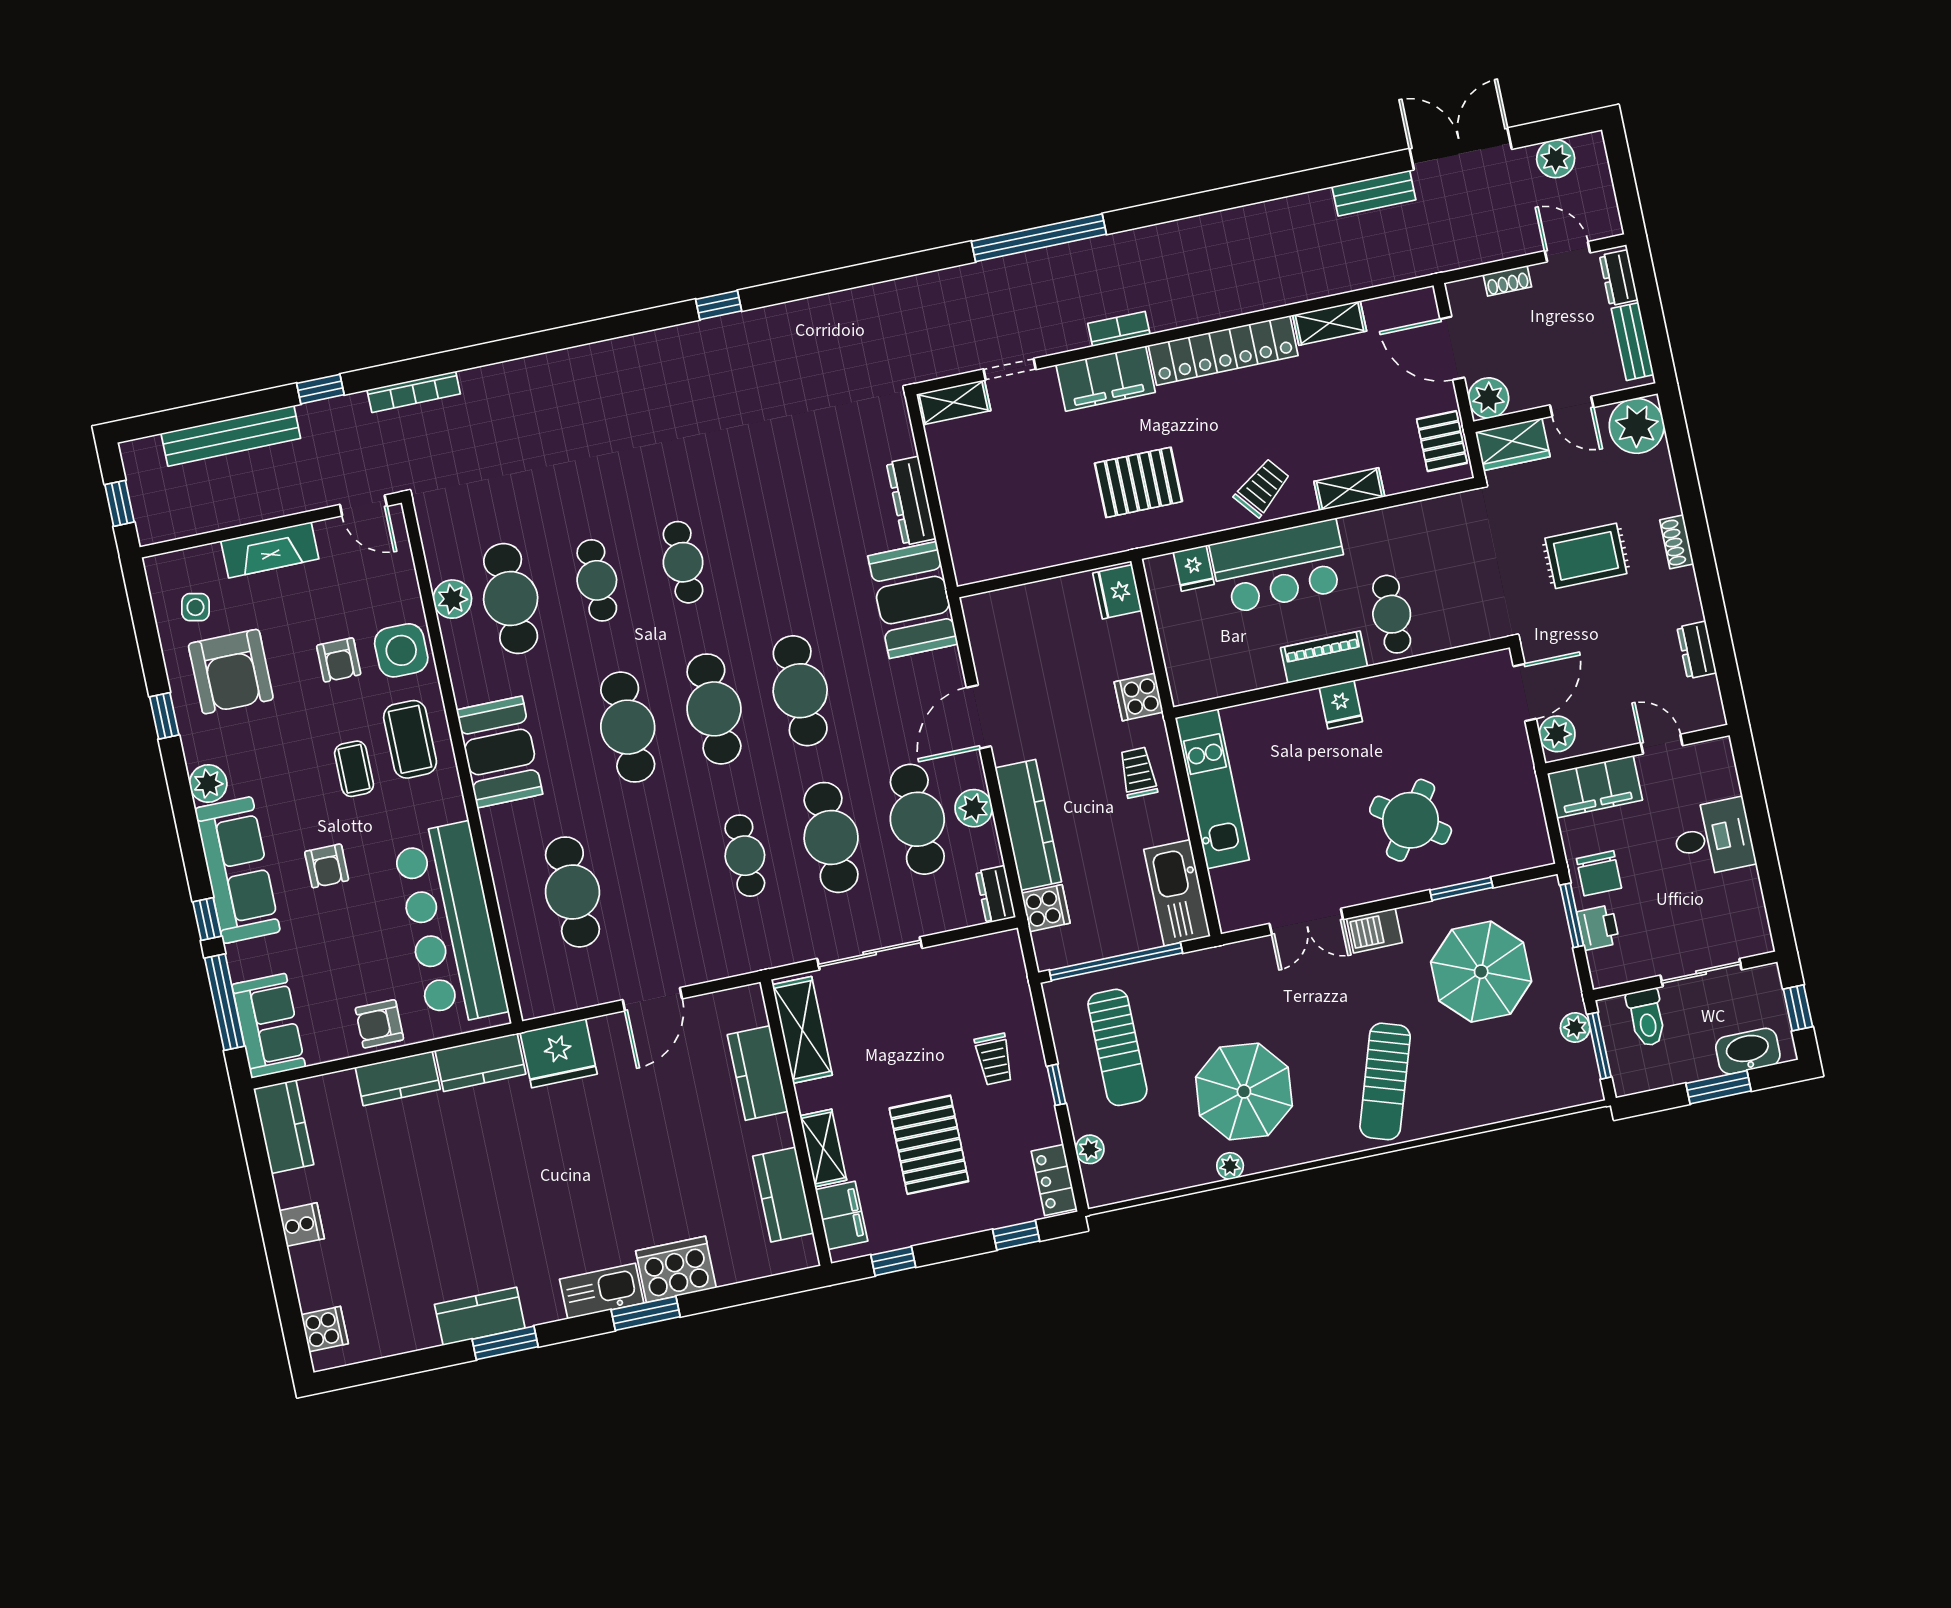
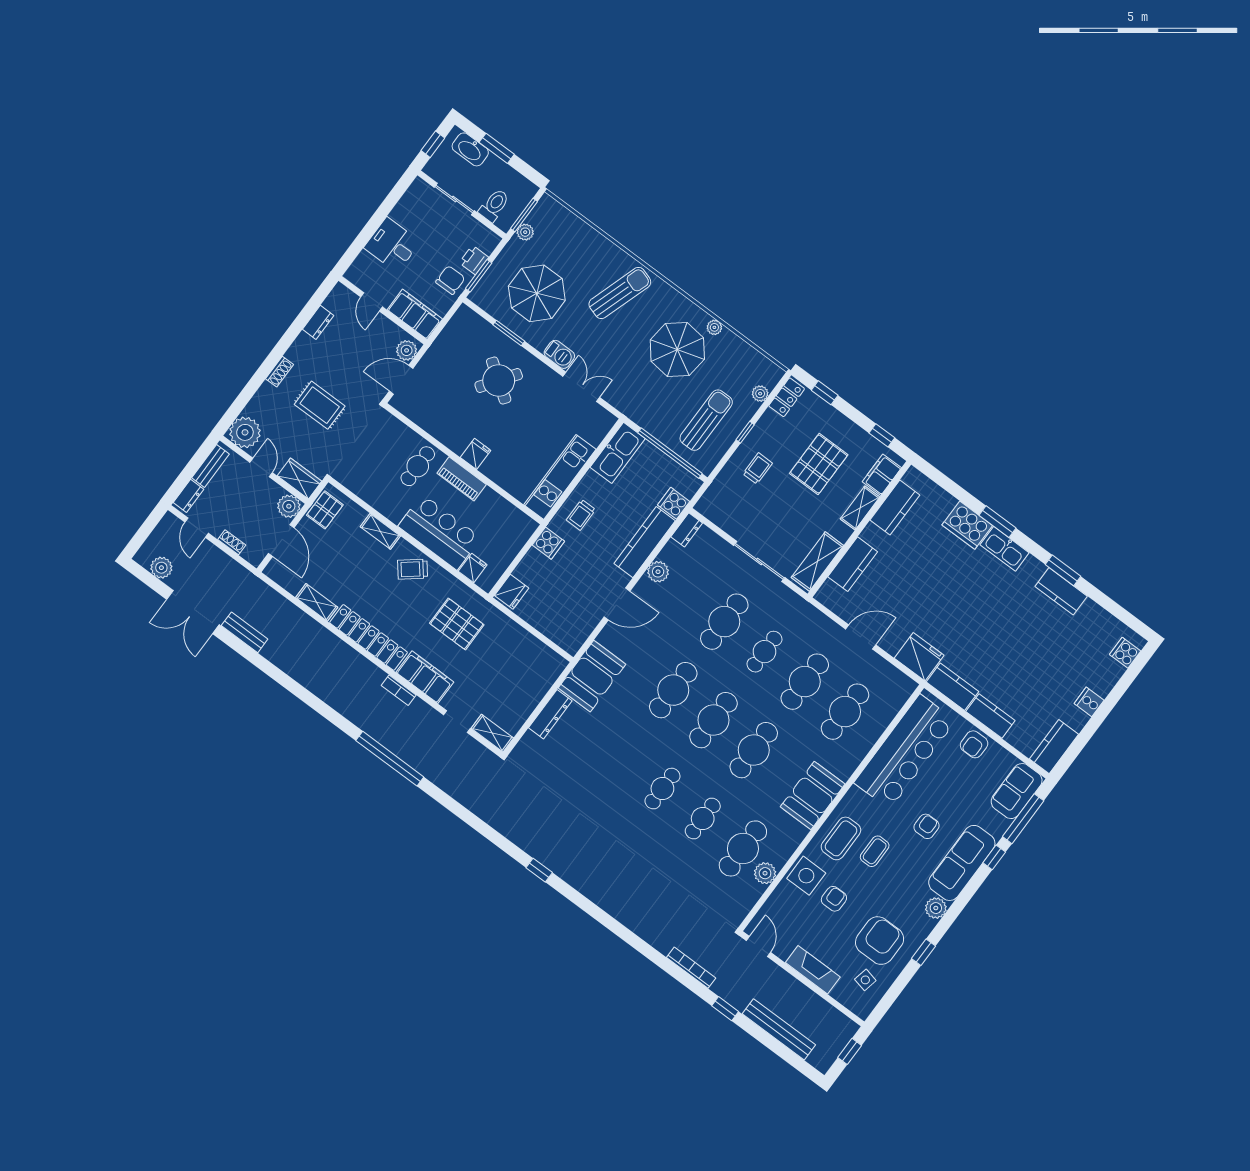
cafe table: (917, 819) -> (805, 682), moved
armchair: (379, 1024) -> (974, 744), turned 90

